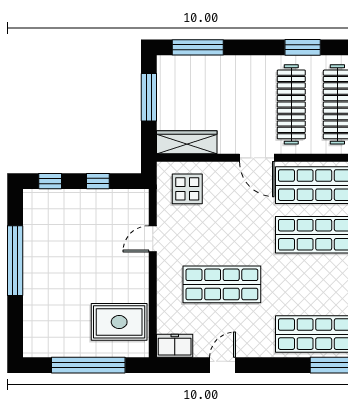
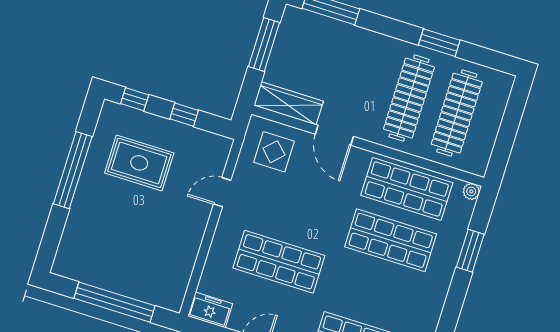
door: (257, 158) -> (334, 135), moved
rug: (119, 322) -> (139, 163), moved

